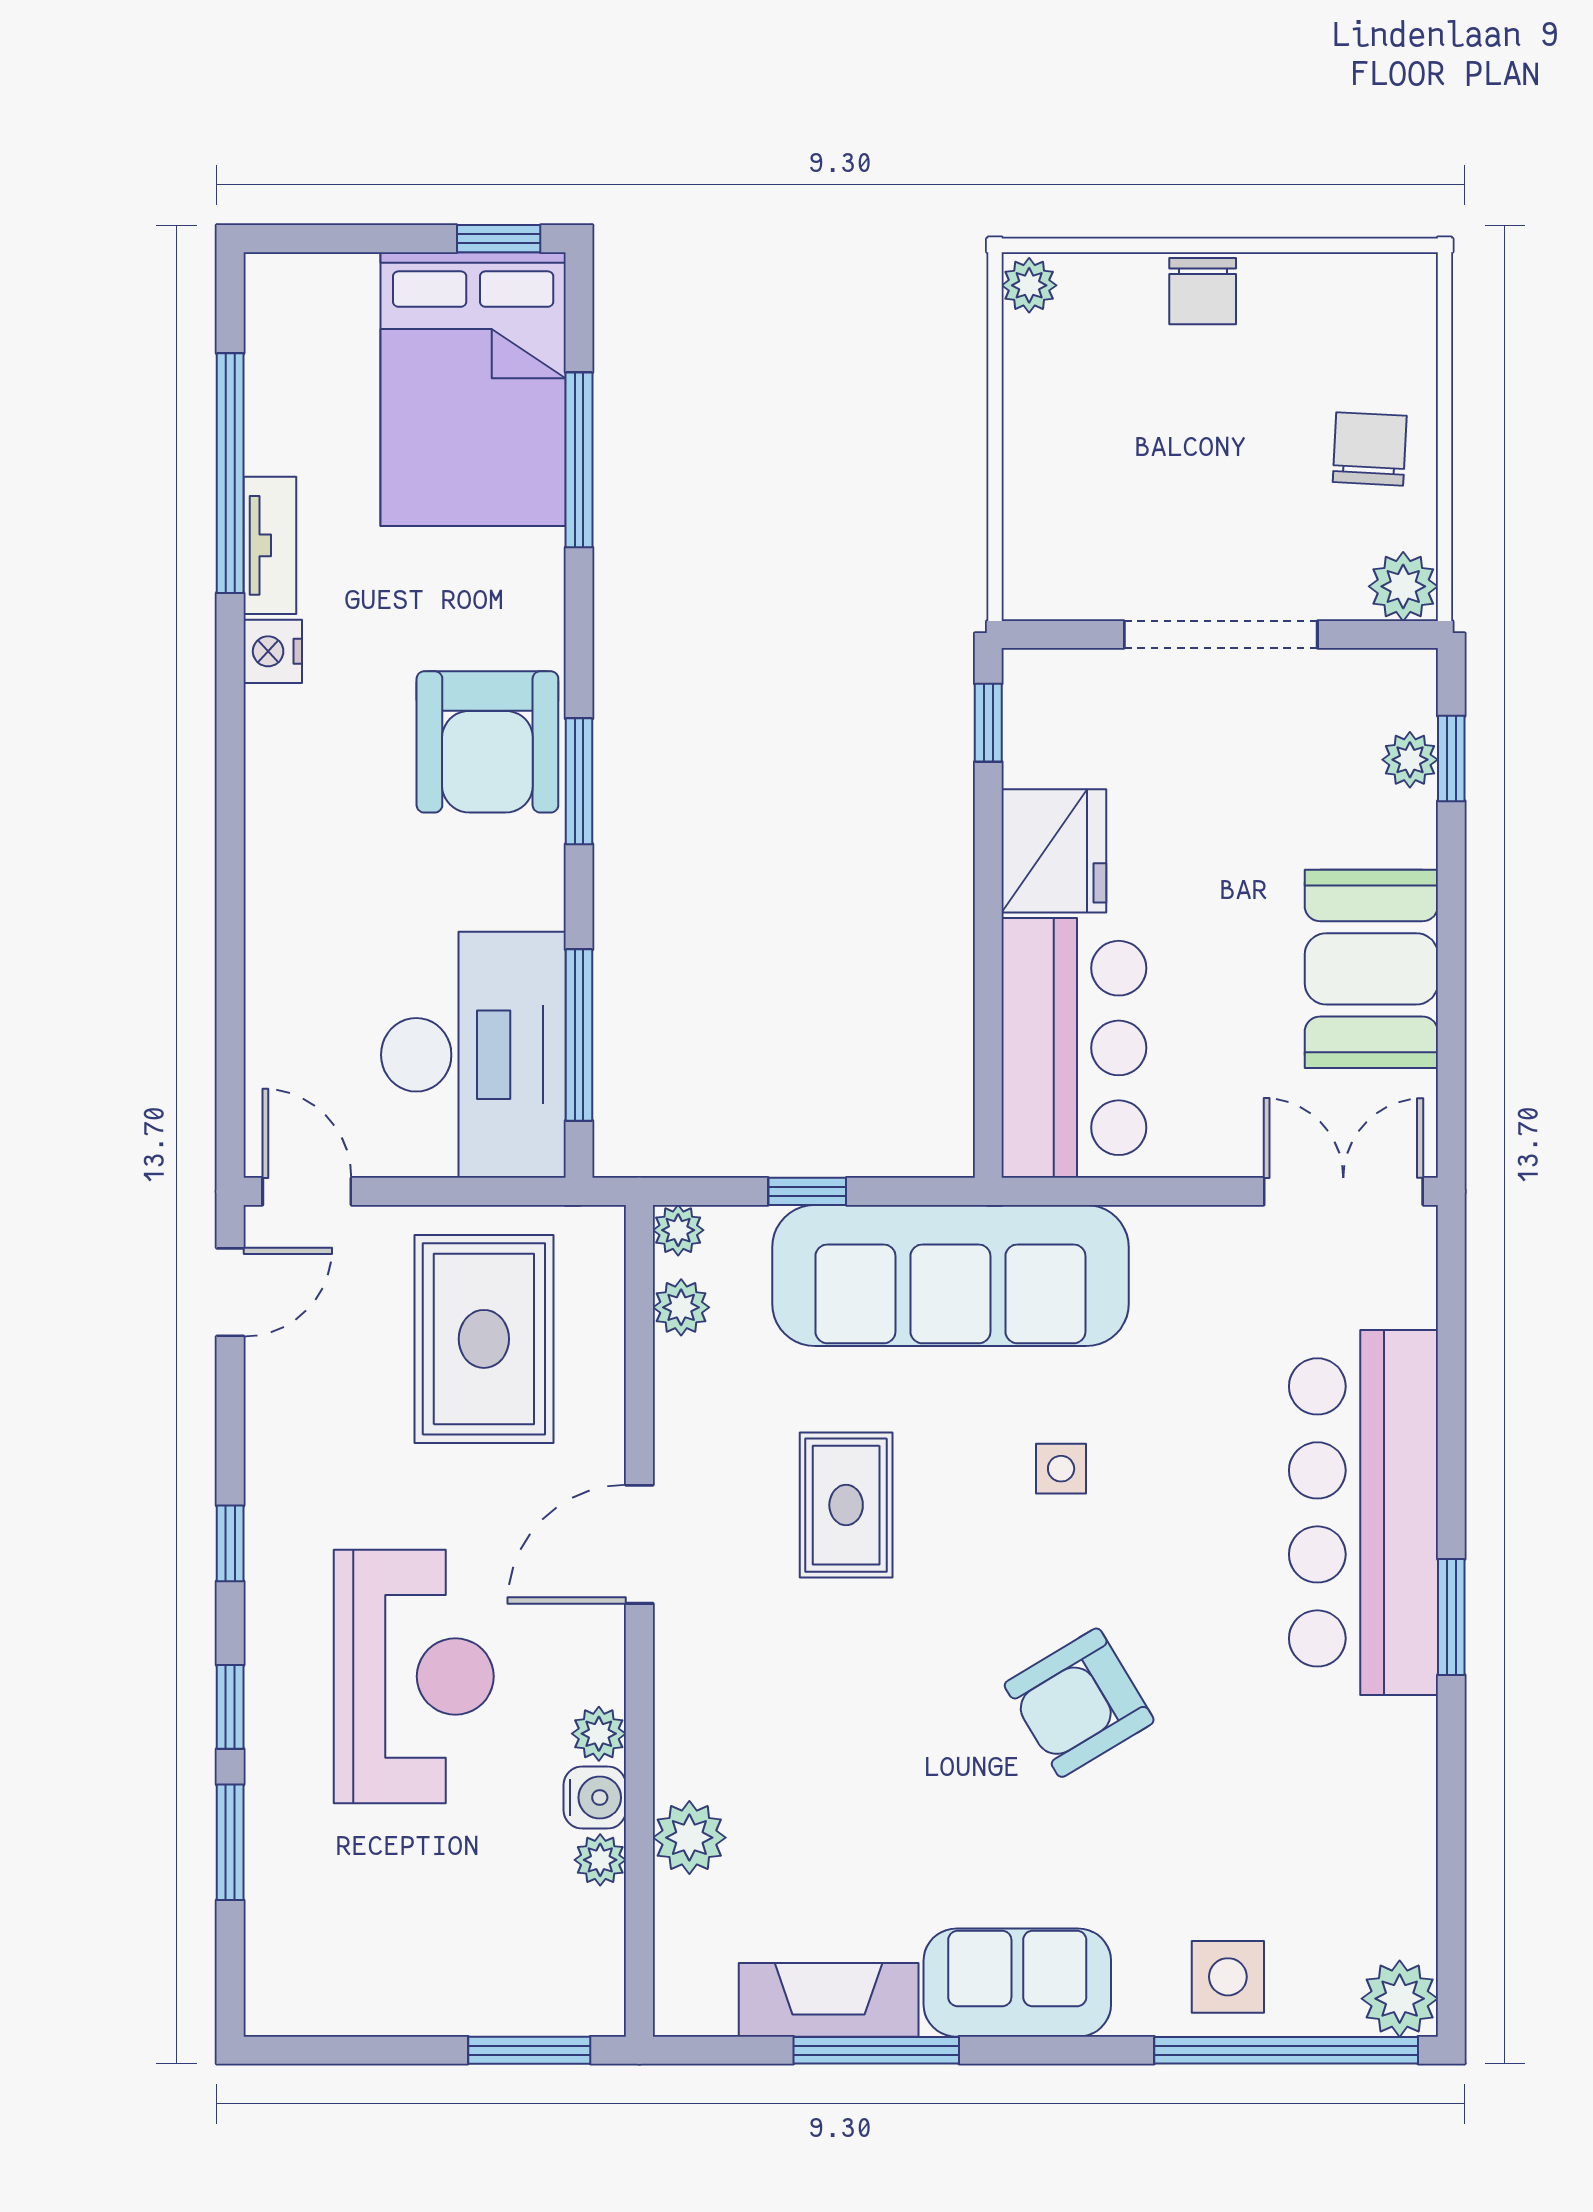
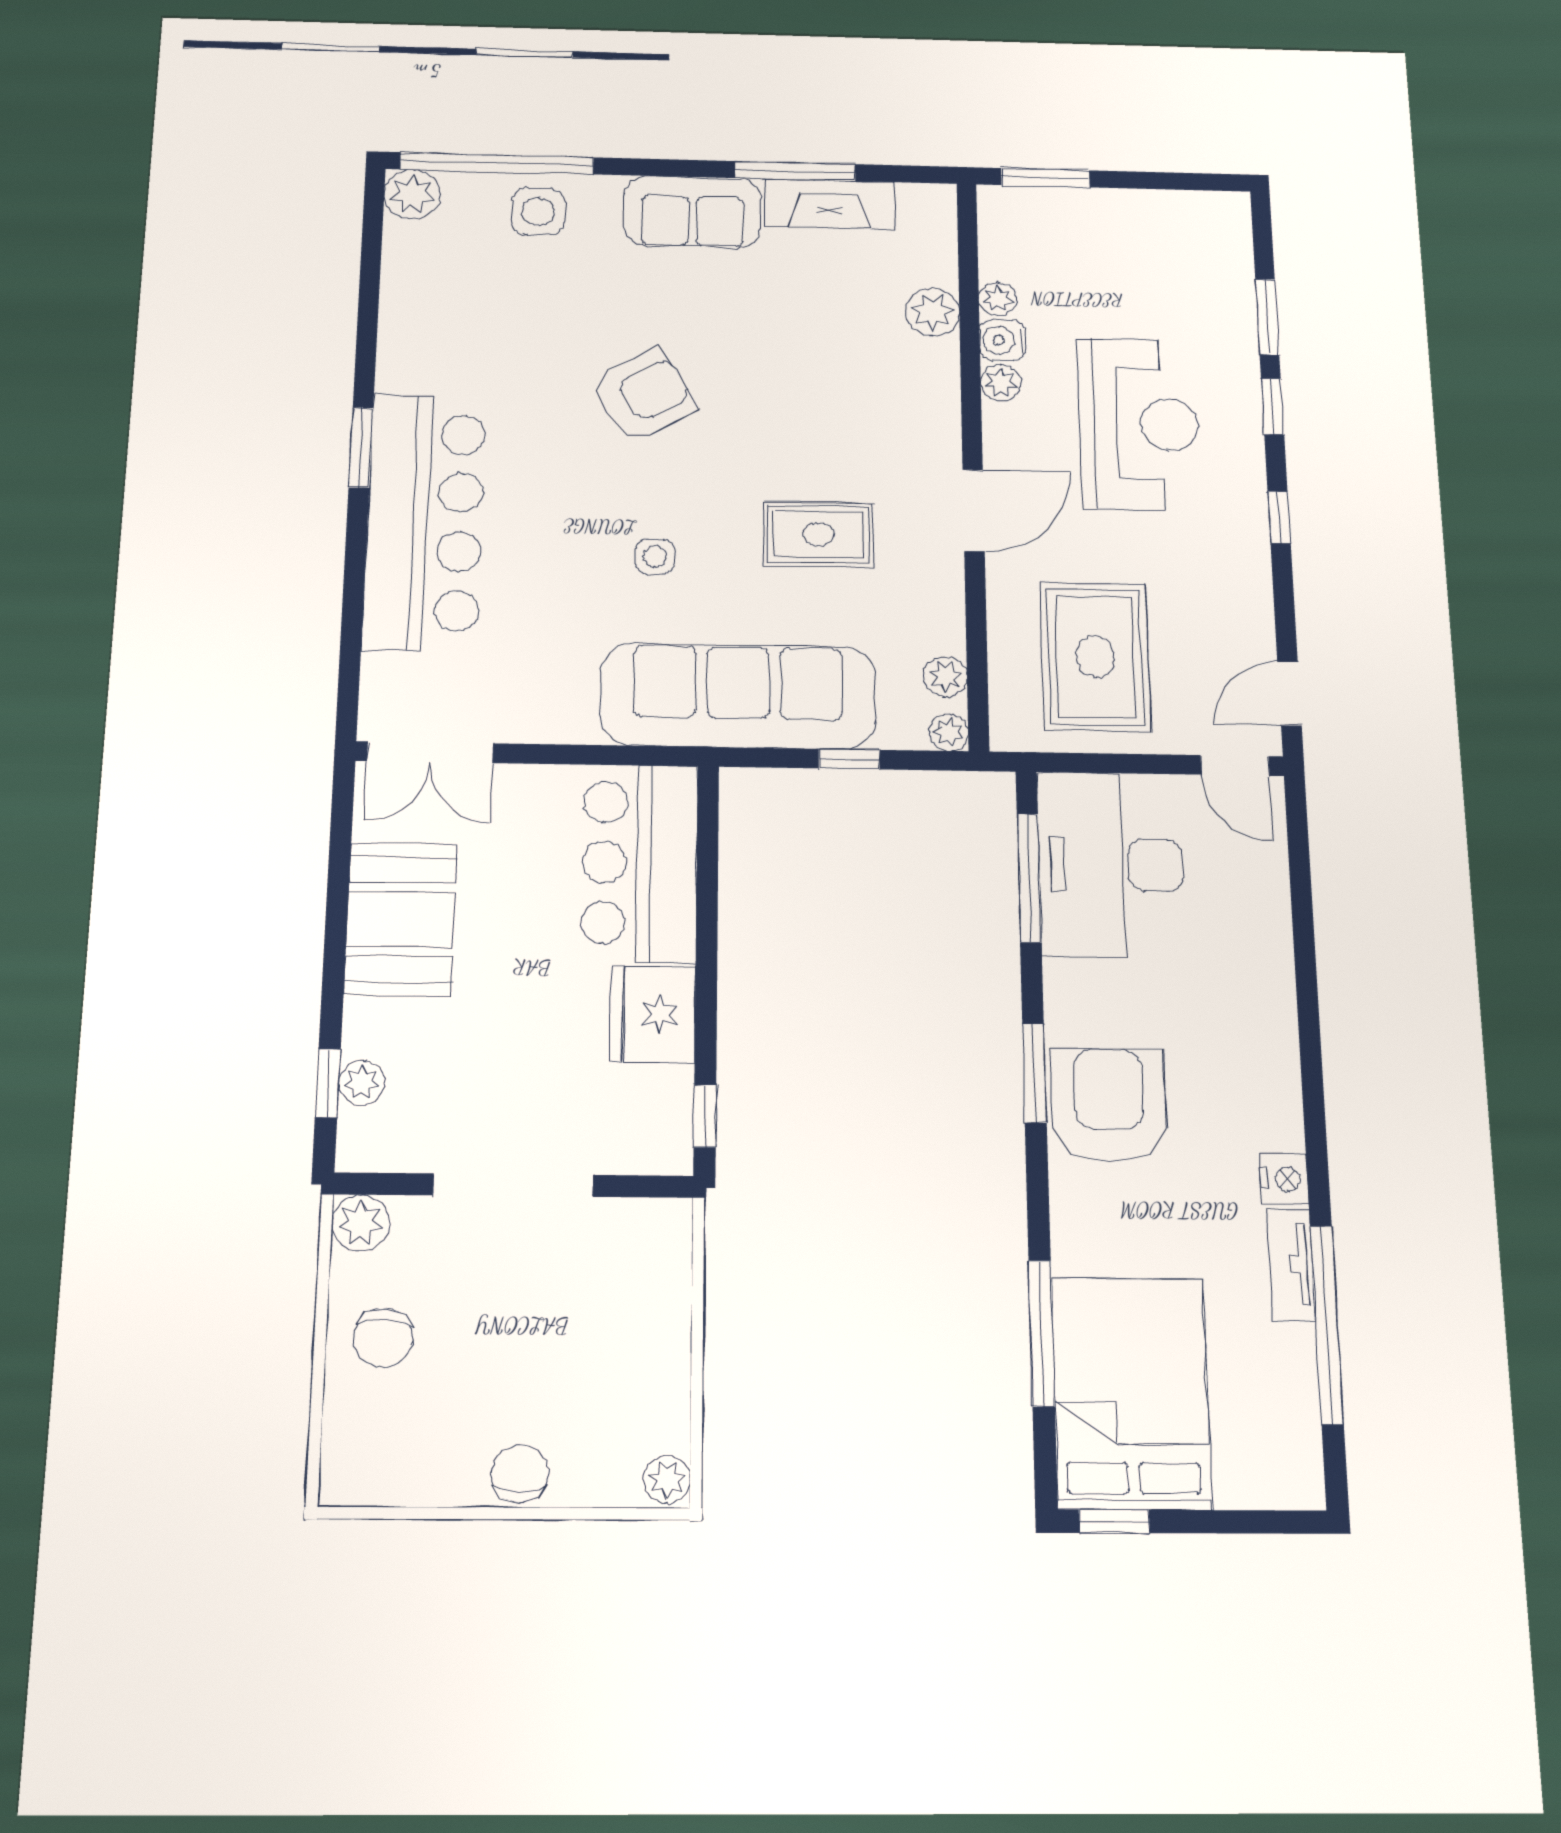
rug: (846, 1505) -> (818, 534), turned 90
reception desk: (414, 1676) -> (1139, 424), turned 180

